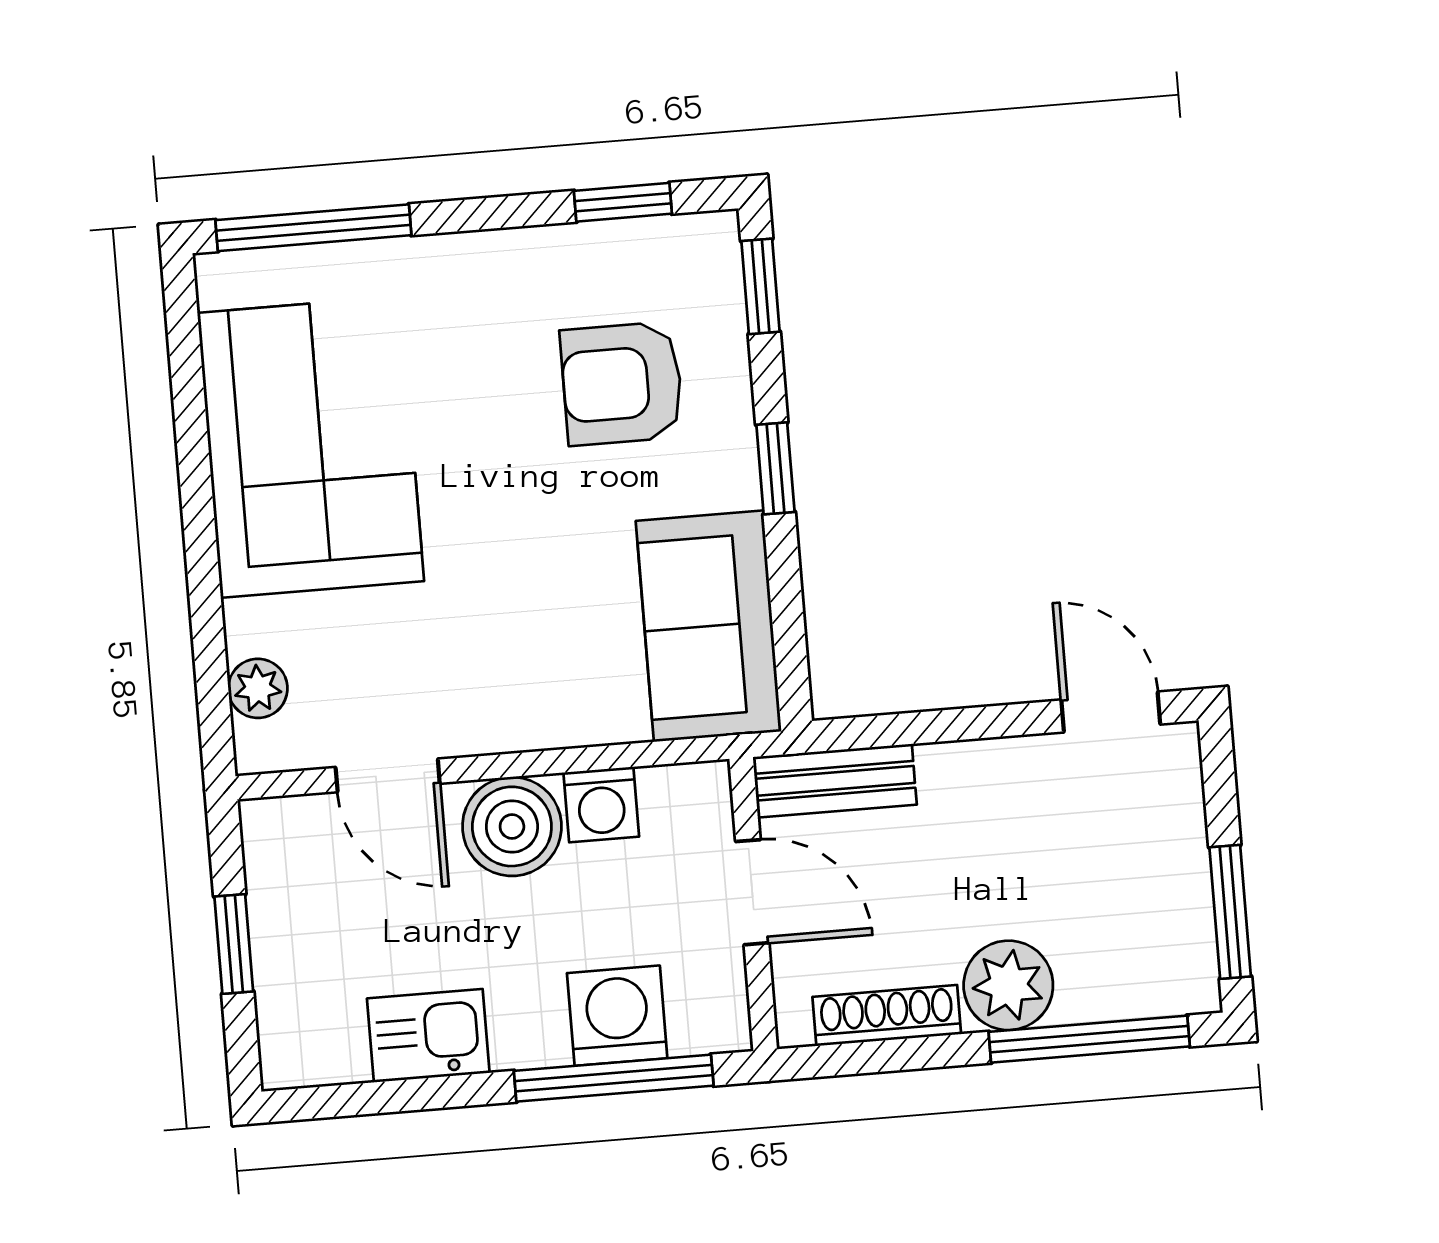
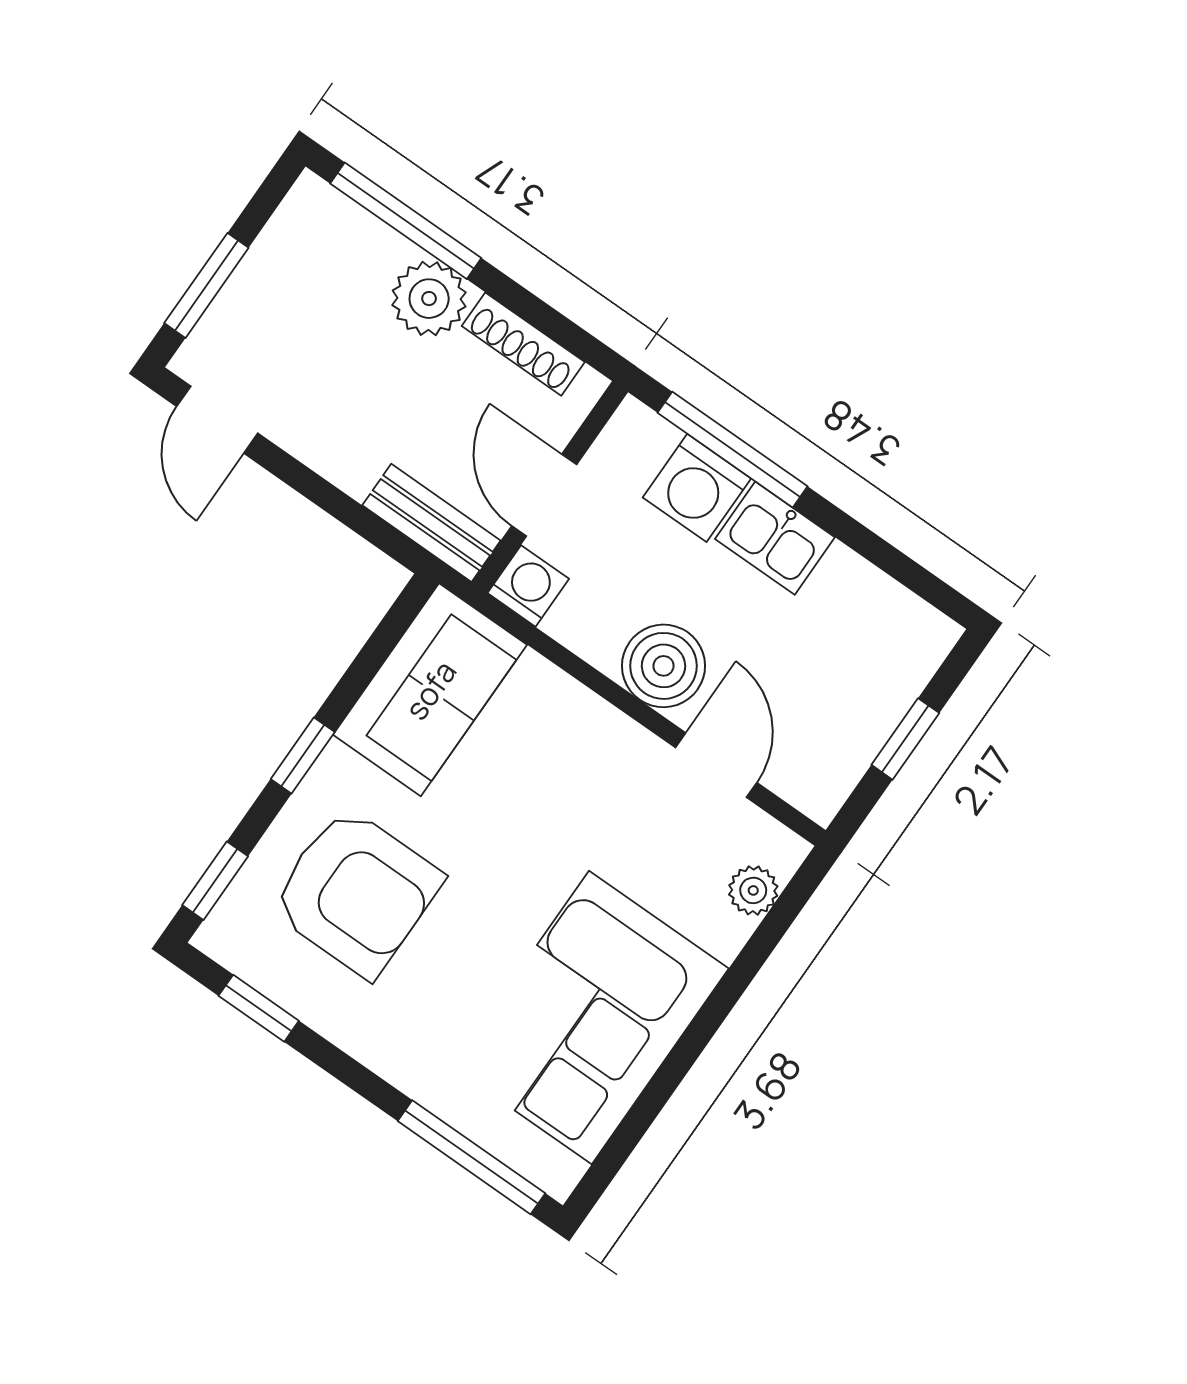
armchair: (622, 384) -> (356, 892), width x1.36, depth x1.36
washing machine: (601, 805) -> (528, 586), moved
window: (1230, 912) -> (206, 285), moved
kitchen sink: (428, 1036) -> (775, 538), moved

